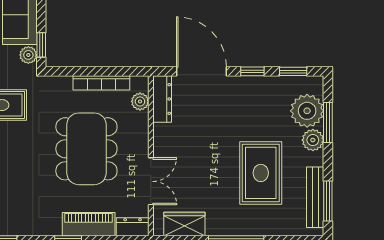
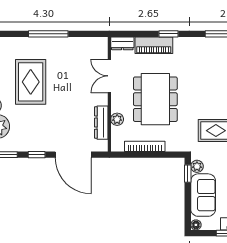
dresser: (162, 99) -> (101, 123), moved
plant: (140, 101) -> (117, 119), moved
wardrobe: (184, 224) -> (85, 45), removed

